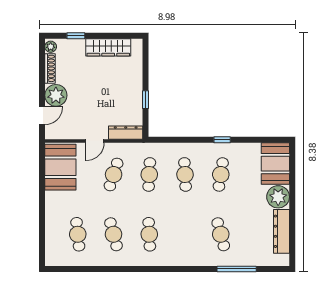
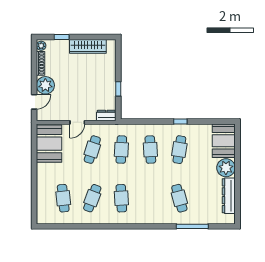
dresser: (126, 133) -> (106, 116), width x0.70
cafe table: (114, 234) -> (92, 198), turned 36

